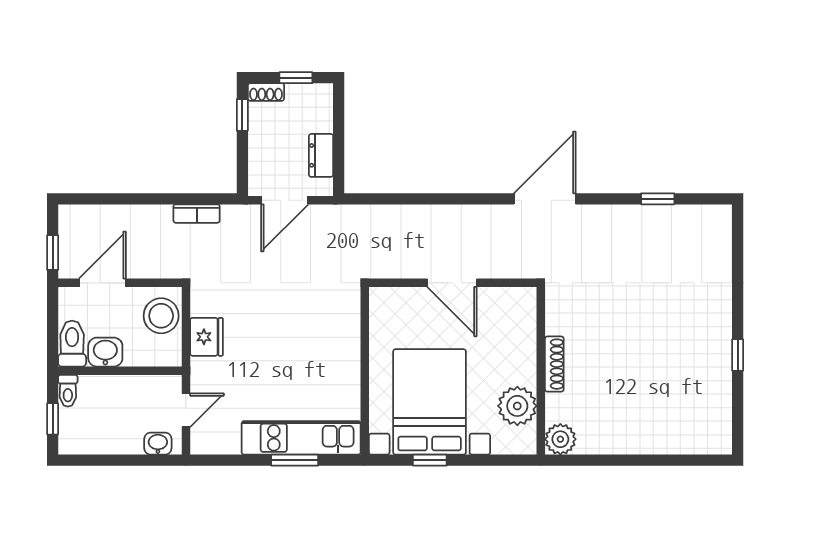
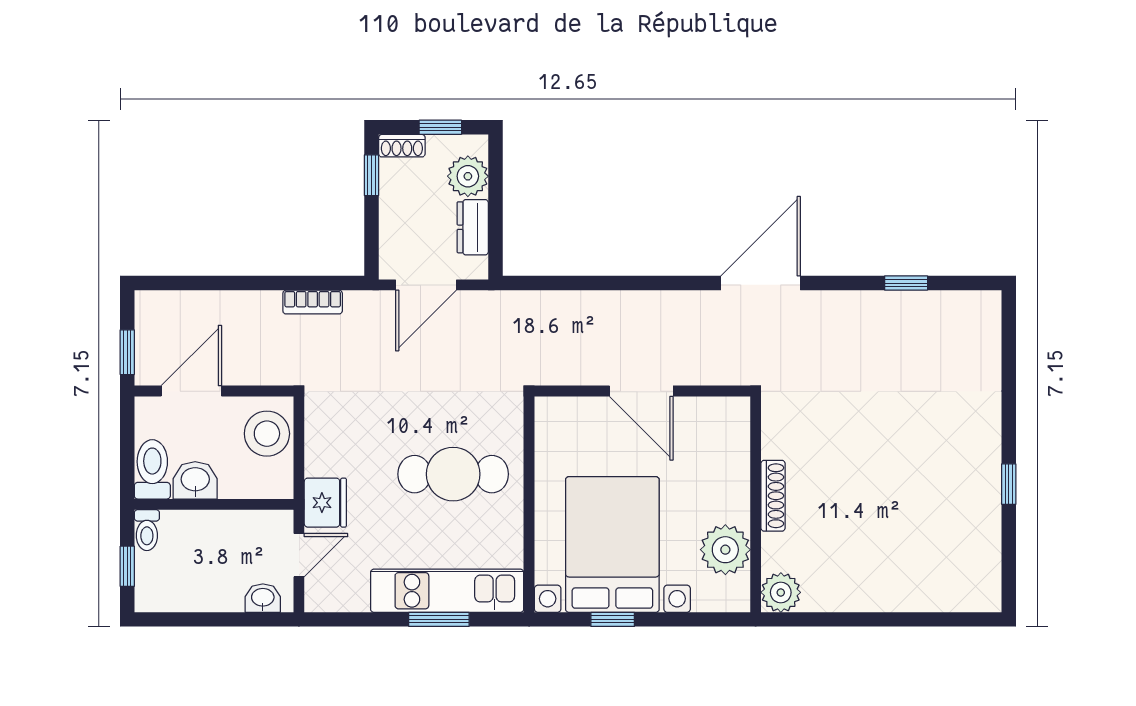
plant: (317, 116) -> (468, 176), added
fridge: (207, 337) -> (325, 503), moved
cafe table: (306, 347) -> (453, 474), added

